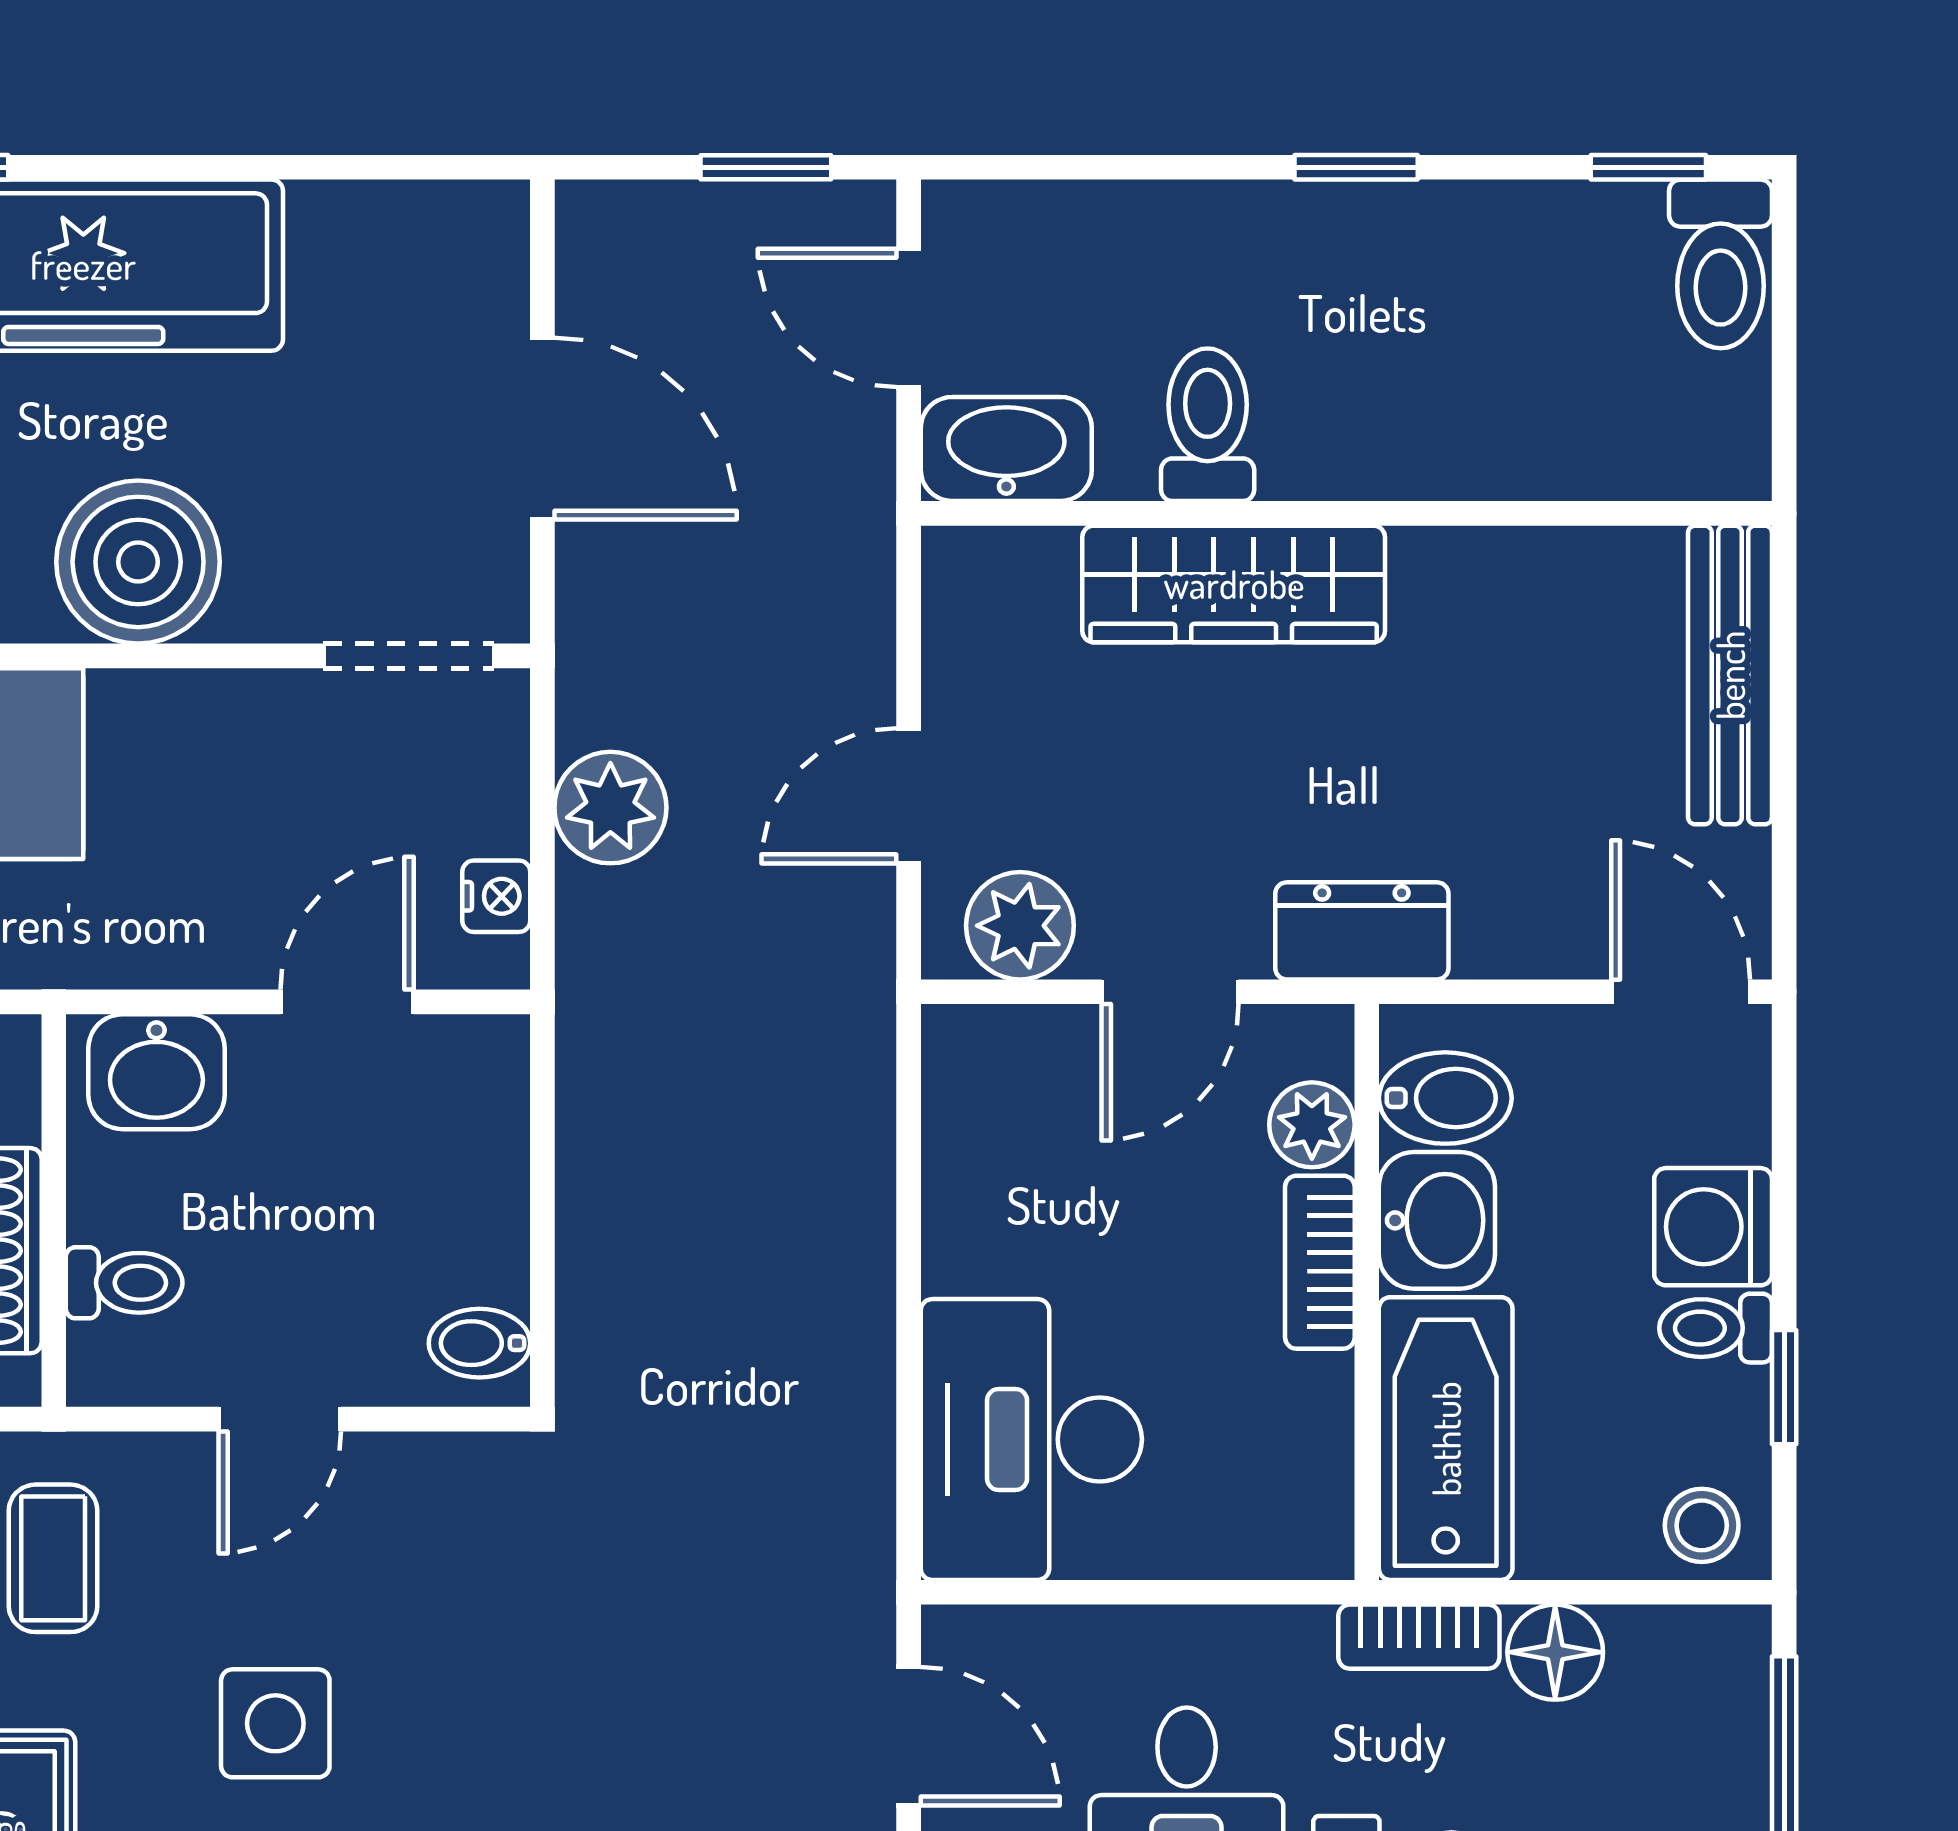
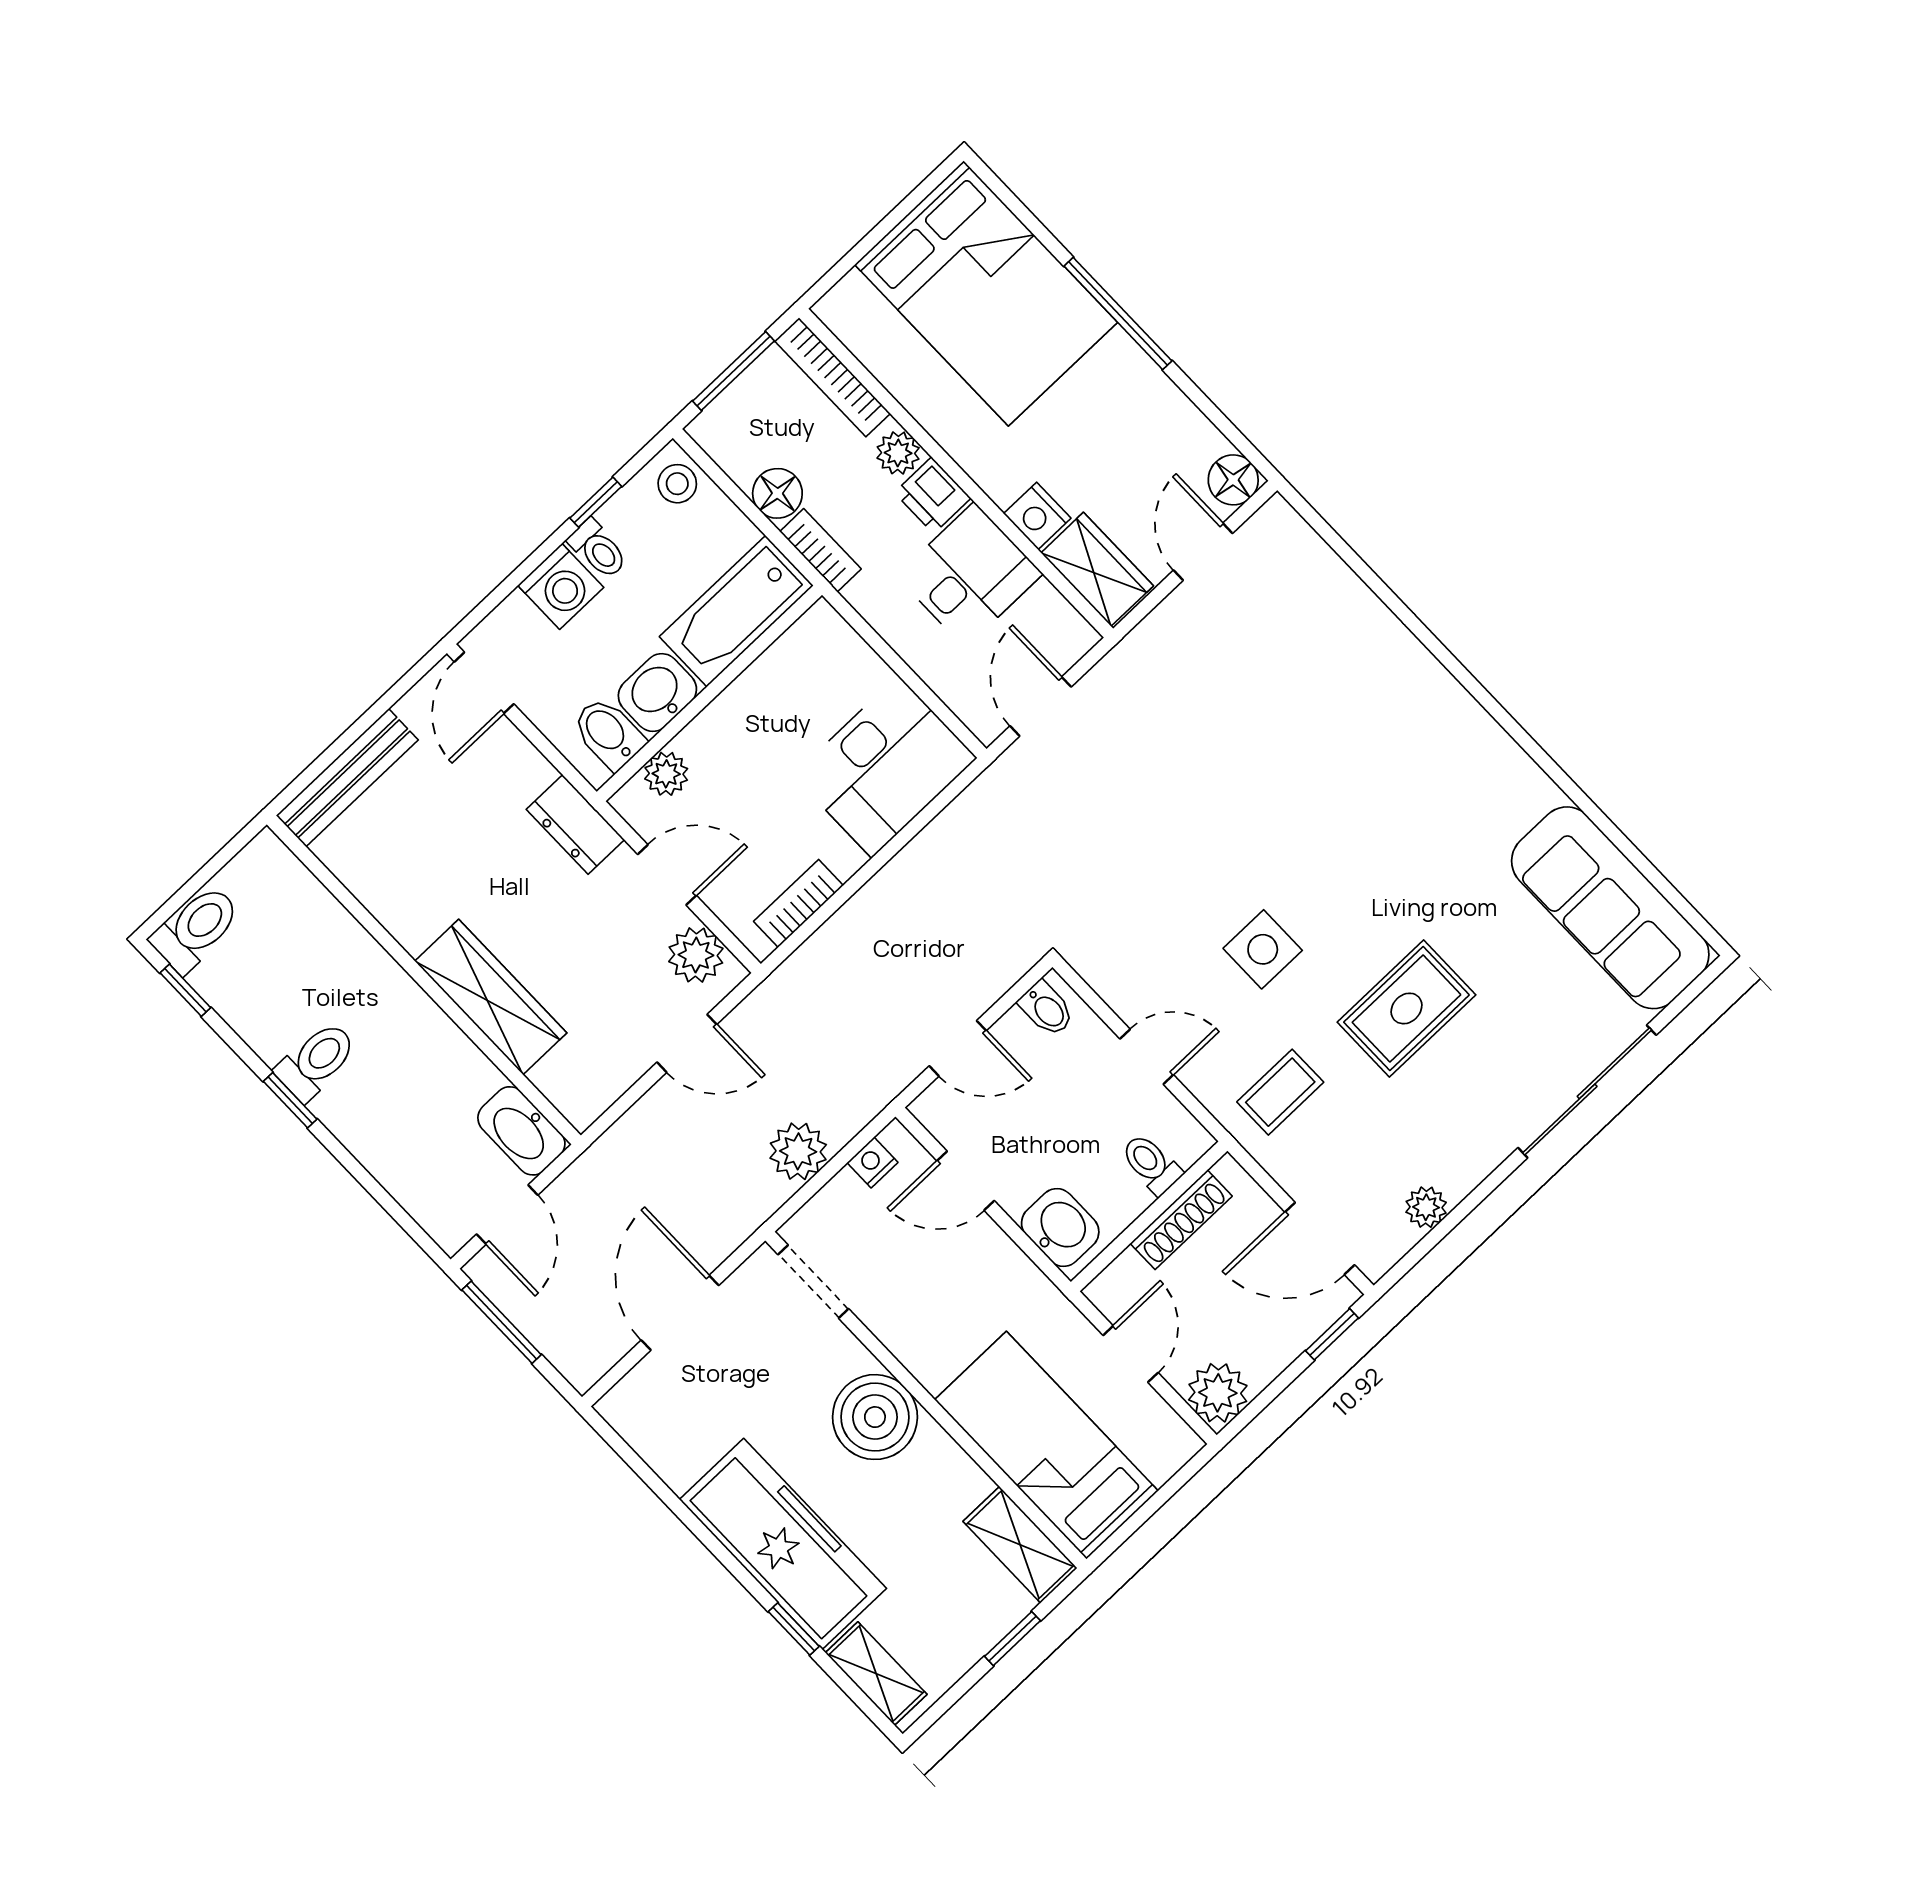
window: (766, 167) -> (502, 1322), width x1.50
toilet: (1208, 425) -> (316, 1061), moved, turned 180
door: (542, 1167) -> (958, 1048), added
bookcase: (1320, 1262) -> (798, 903), moved, turned 180

